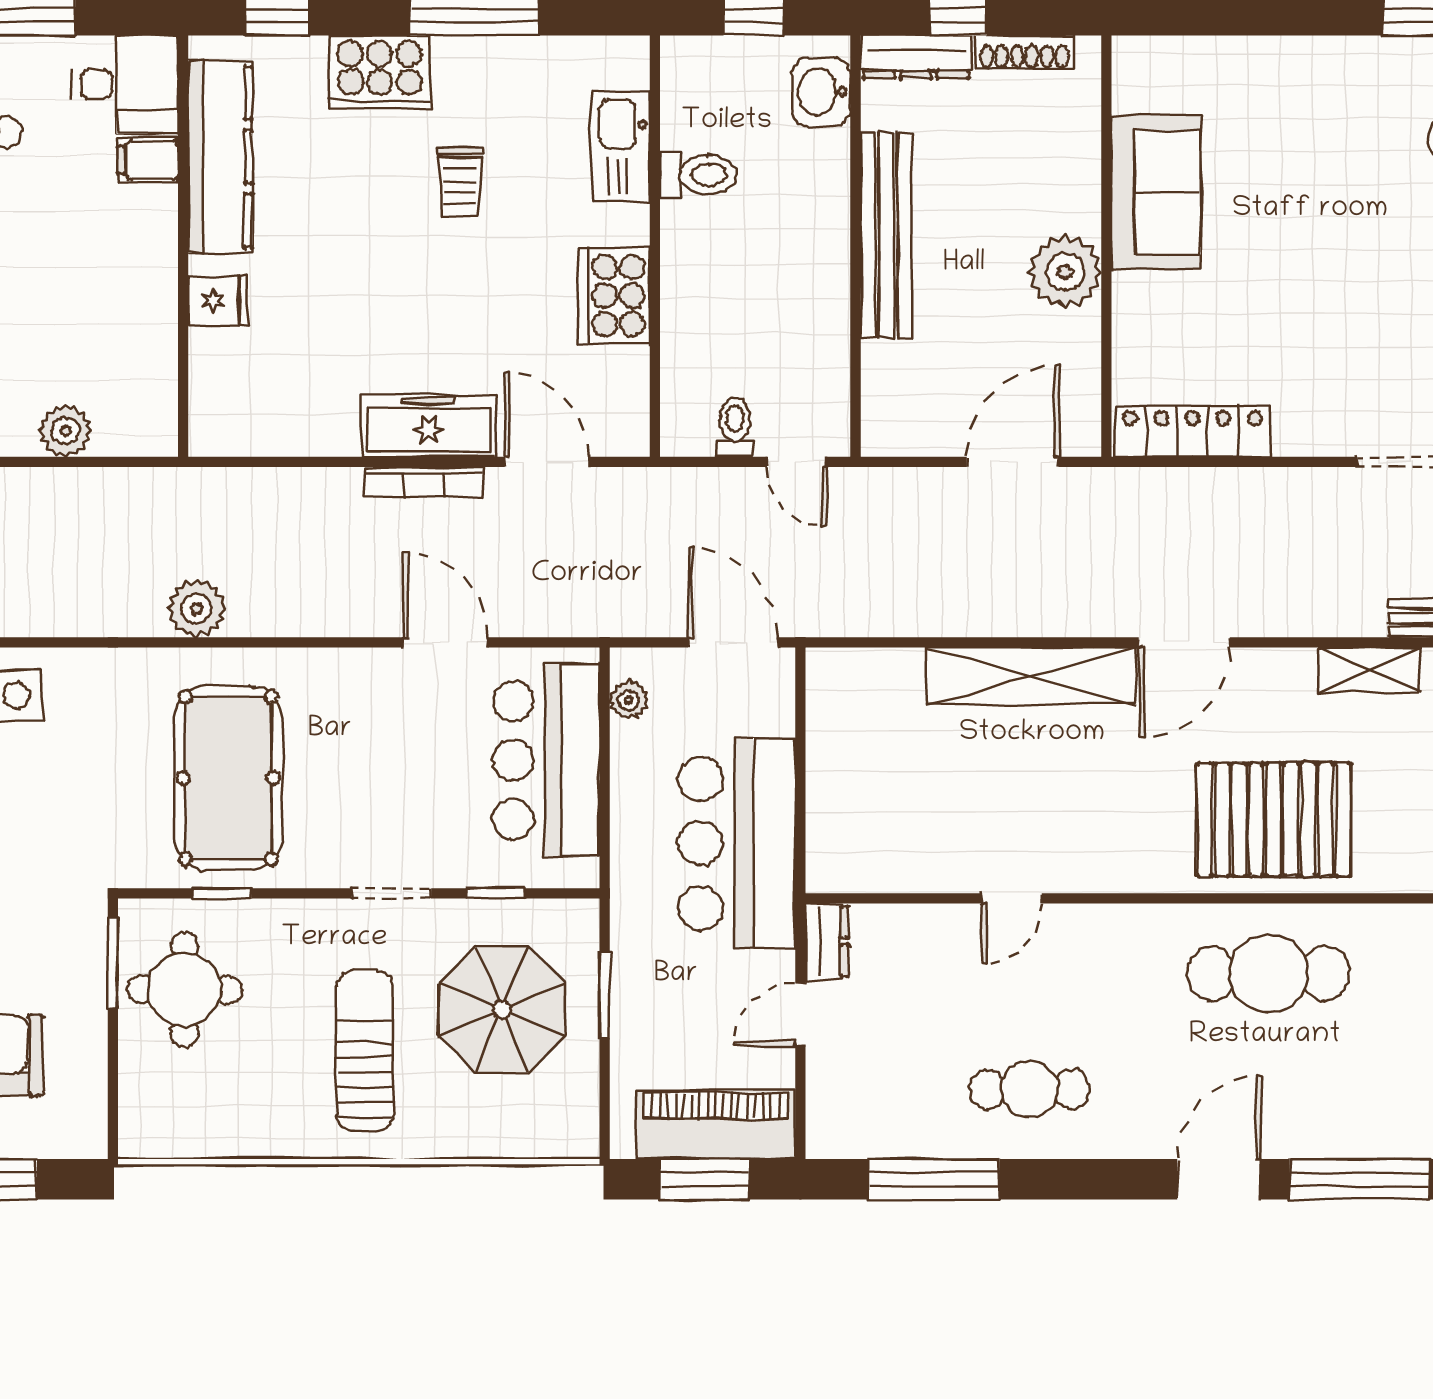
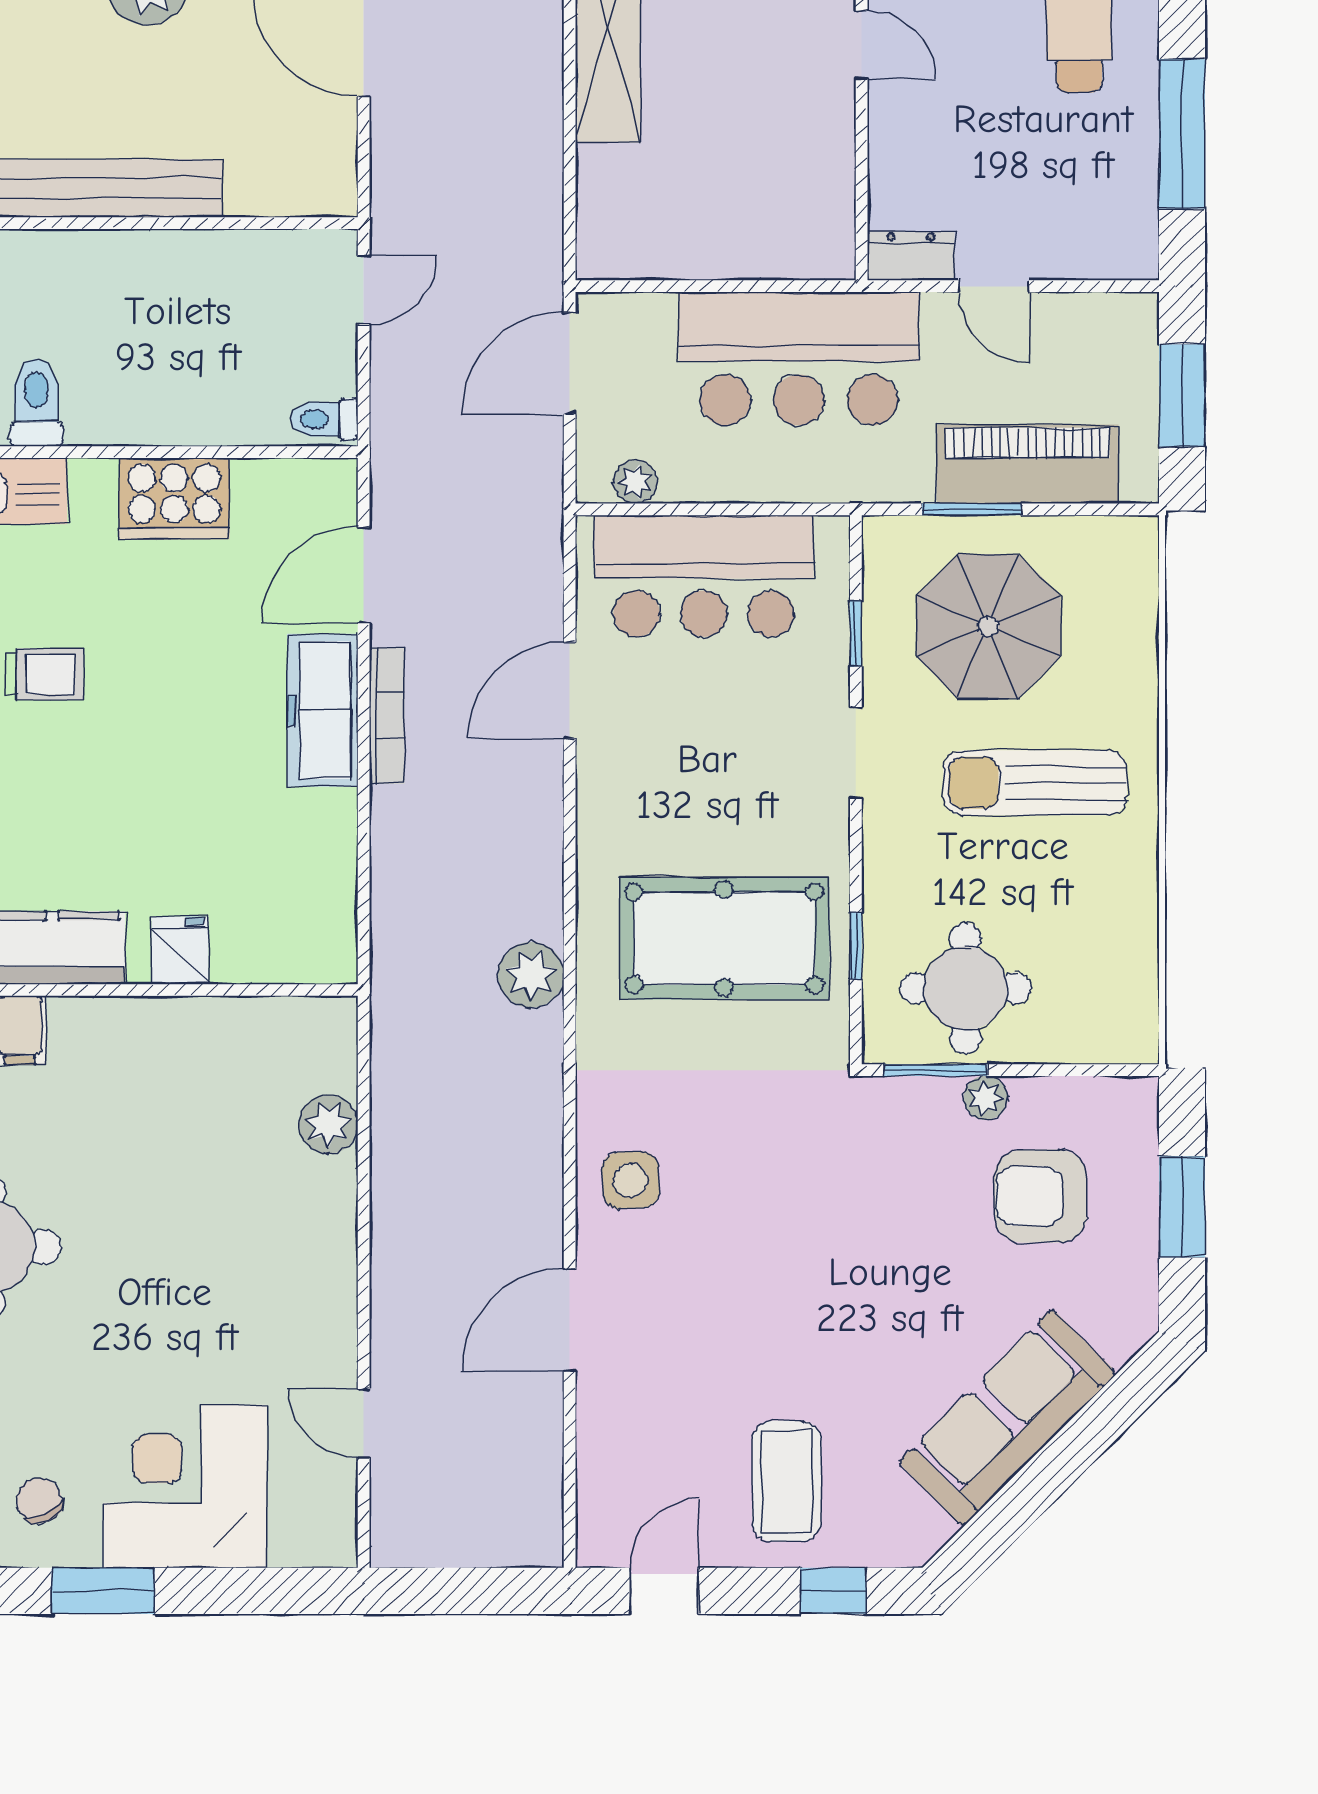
toilet: (735, 427) -> (324, 419), moved
plant: (89, 1007) -> (986, 1098), added
piano: (716, 1125) -> (1028, 464), moved, turned 90

